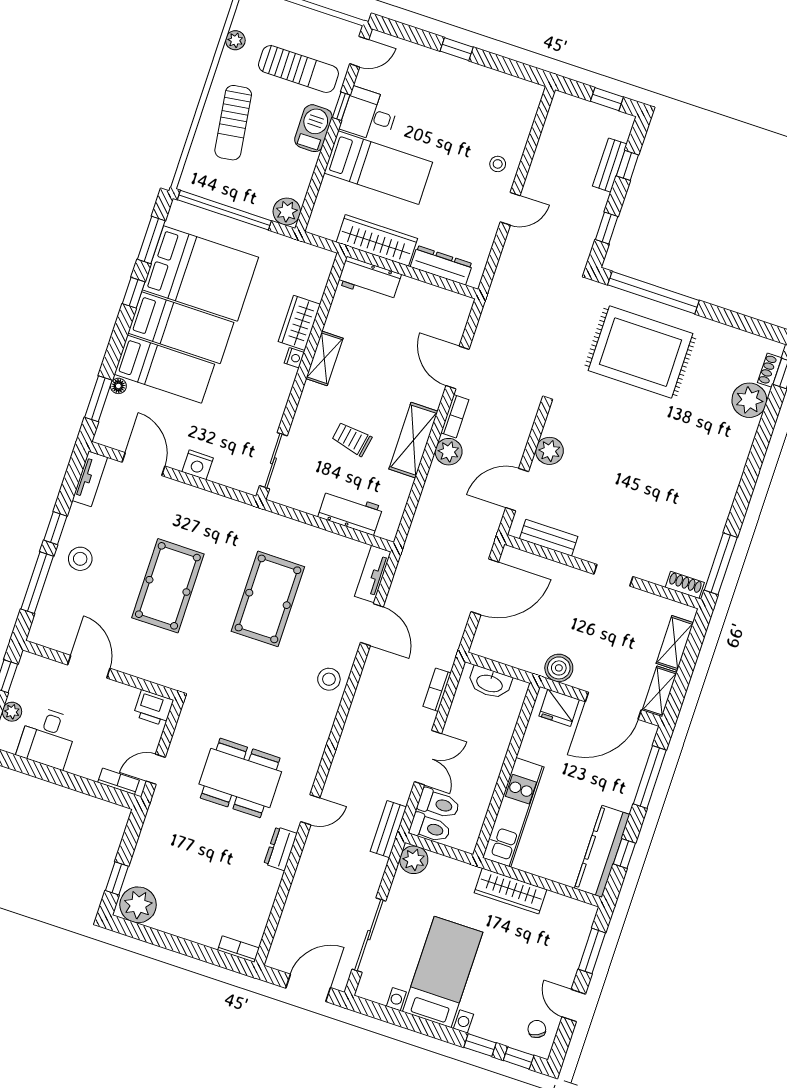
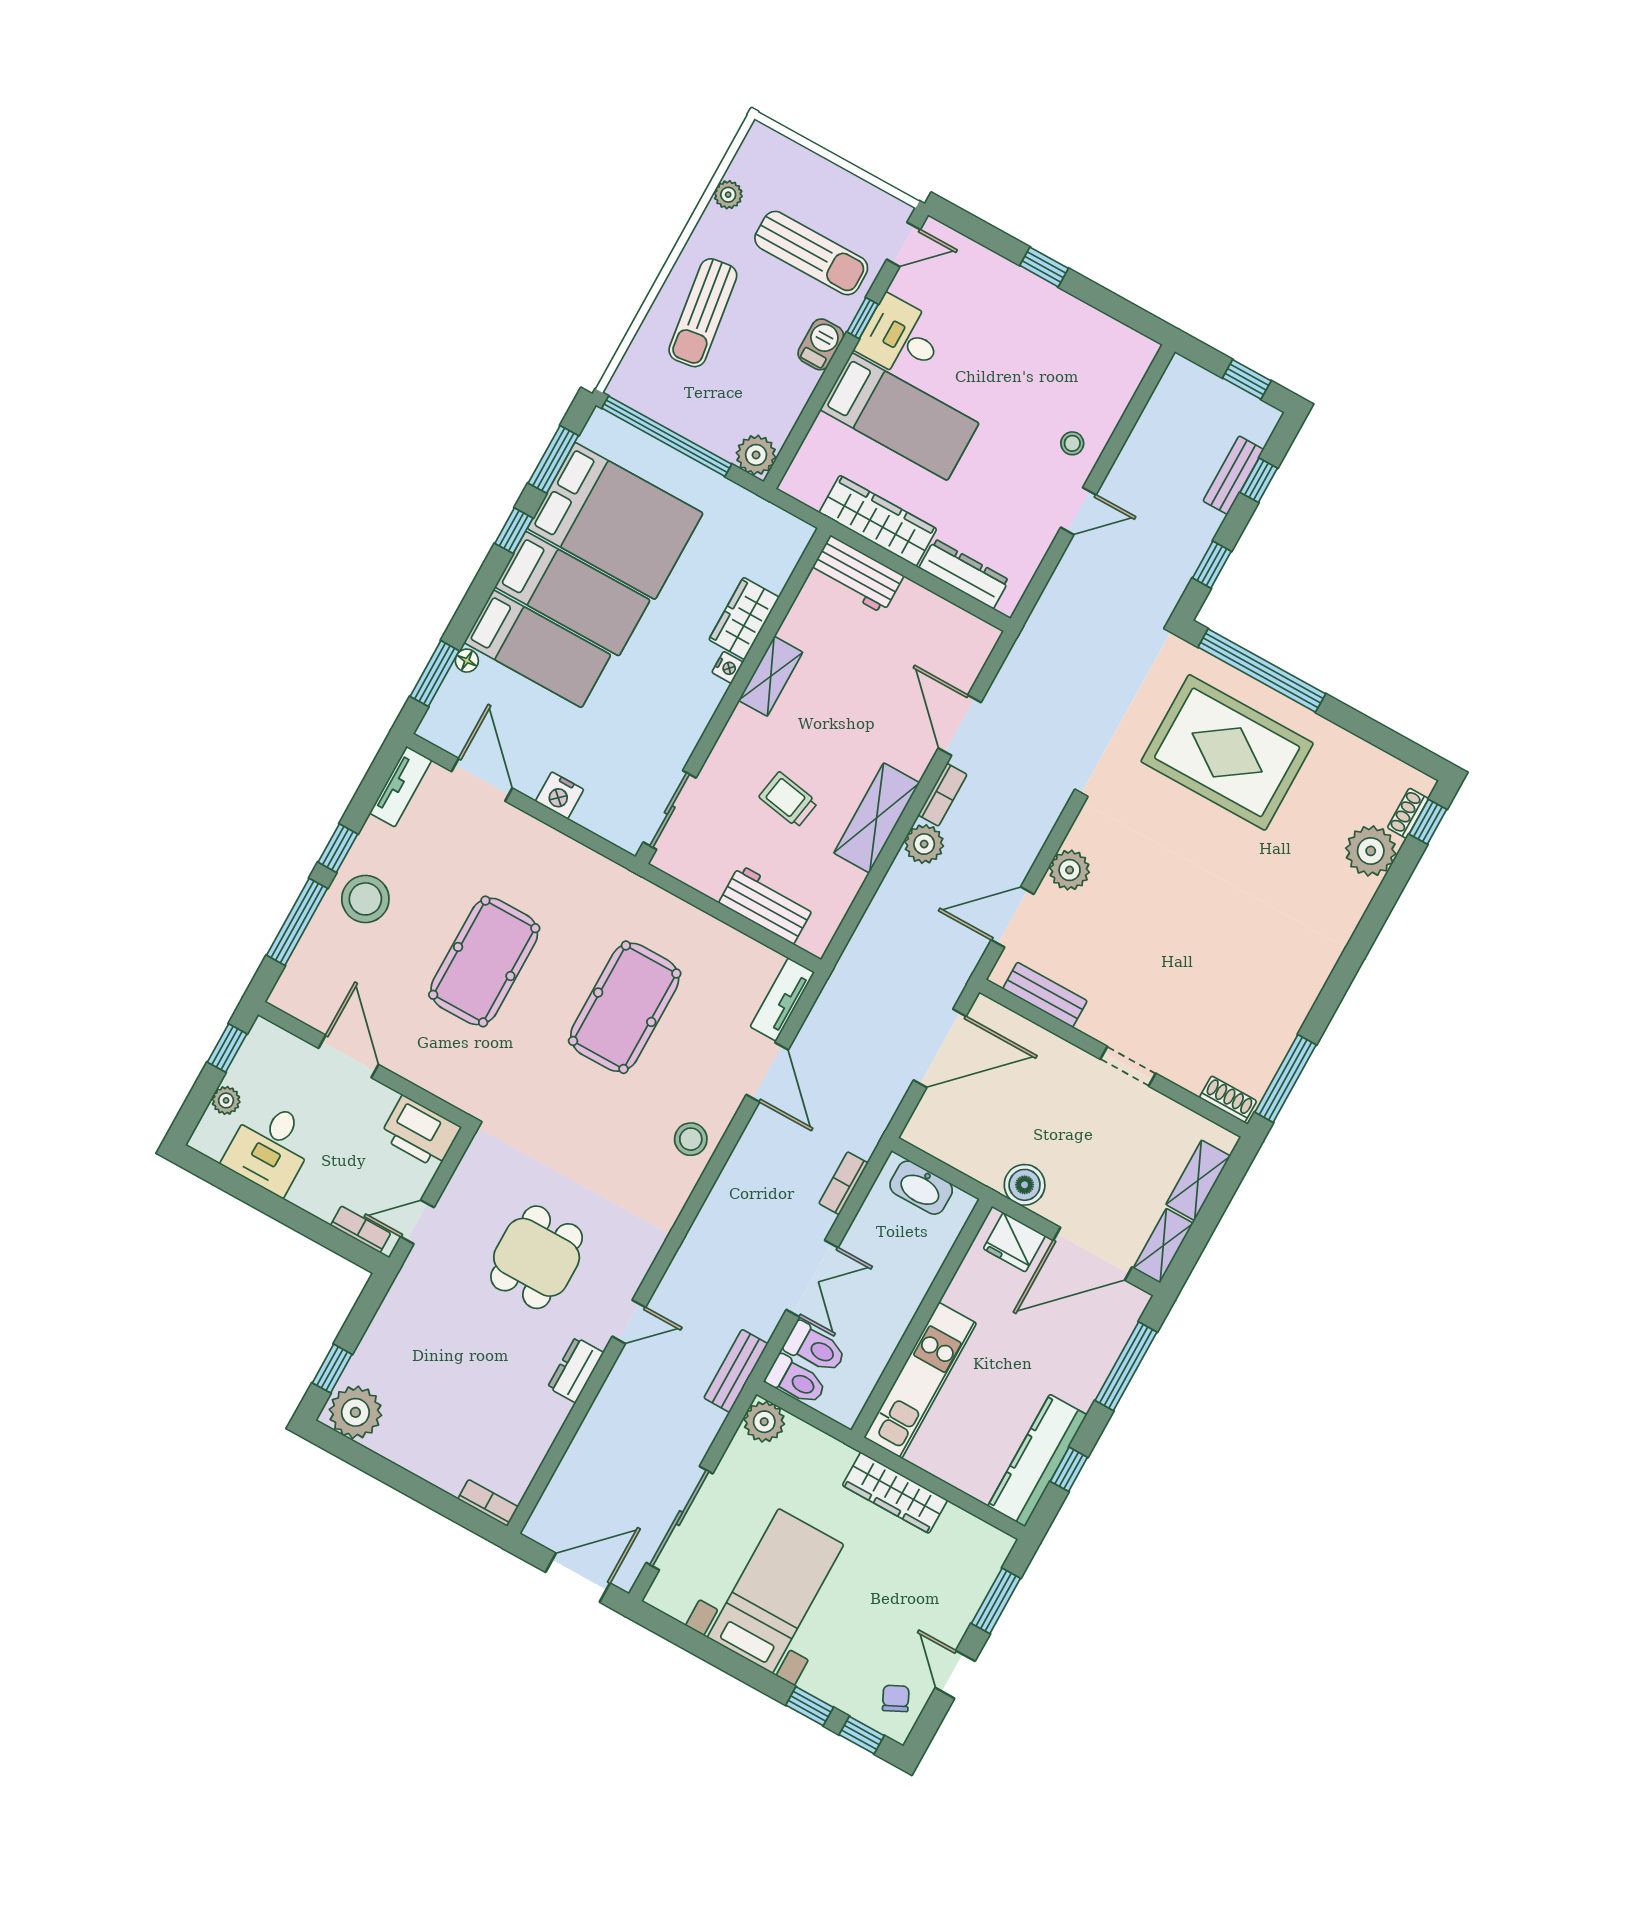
barbecue: (313, 128) -> (821, 344), width x0.73, depth x0.79
stool: (80, 559) -> (365, 899), width x1.38, depth x1.38
printer: (153, 708) -> (420, 1132), width x1.37, depth x1.19
dining table: (240, 778) -> (537, 1257), width x0.73

